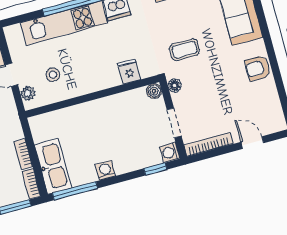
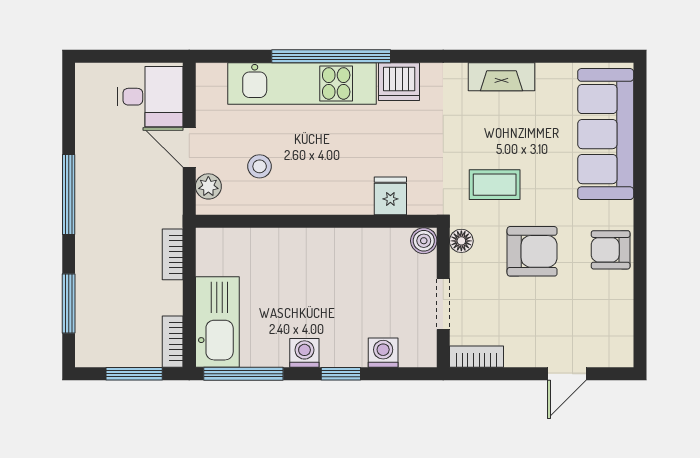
armchair: (215, 81) -> (532, 251), added
door: (252, 143) -> (567, 374), swing flipped
bookcase: (208, 144) -> (476, 357), width x0.64
washing machine: (170, 152) -> (383, 353), moved, turned 90
bookcase: (23, 154) -> (173, 254), moved
window: (155, 169) -> (341, 374), moved

